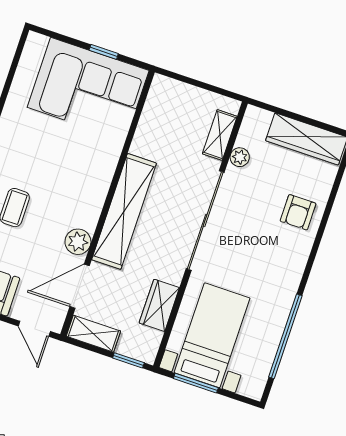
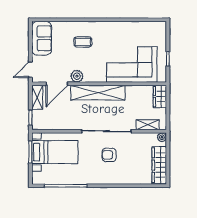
corner sofa: (88, 89) -> (132, 64), moved, turned 90
plant: (240, 157) -> (162, 137), moved
armchair: (298, 212) -> (109, 155), moved
door: (80, 286) -> (57, 84), swing flipped
wardrobe: (159, 305) -> (160, 96), moved, turned -90

